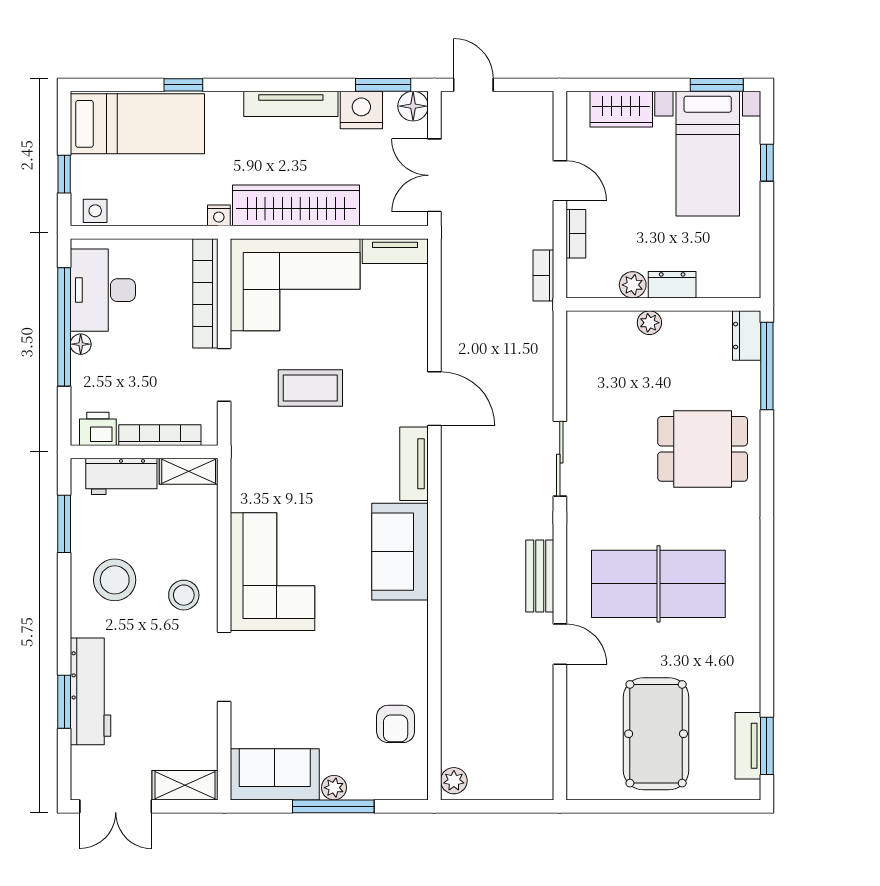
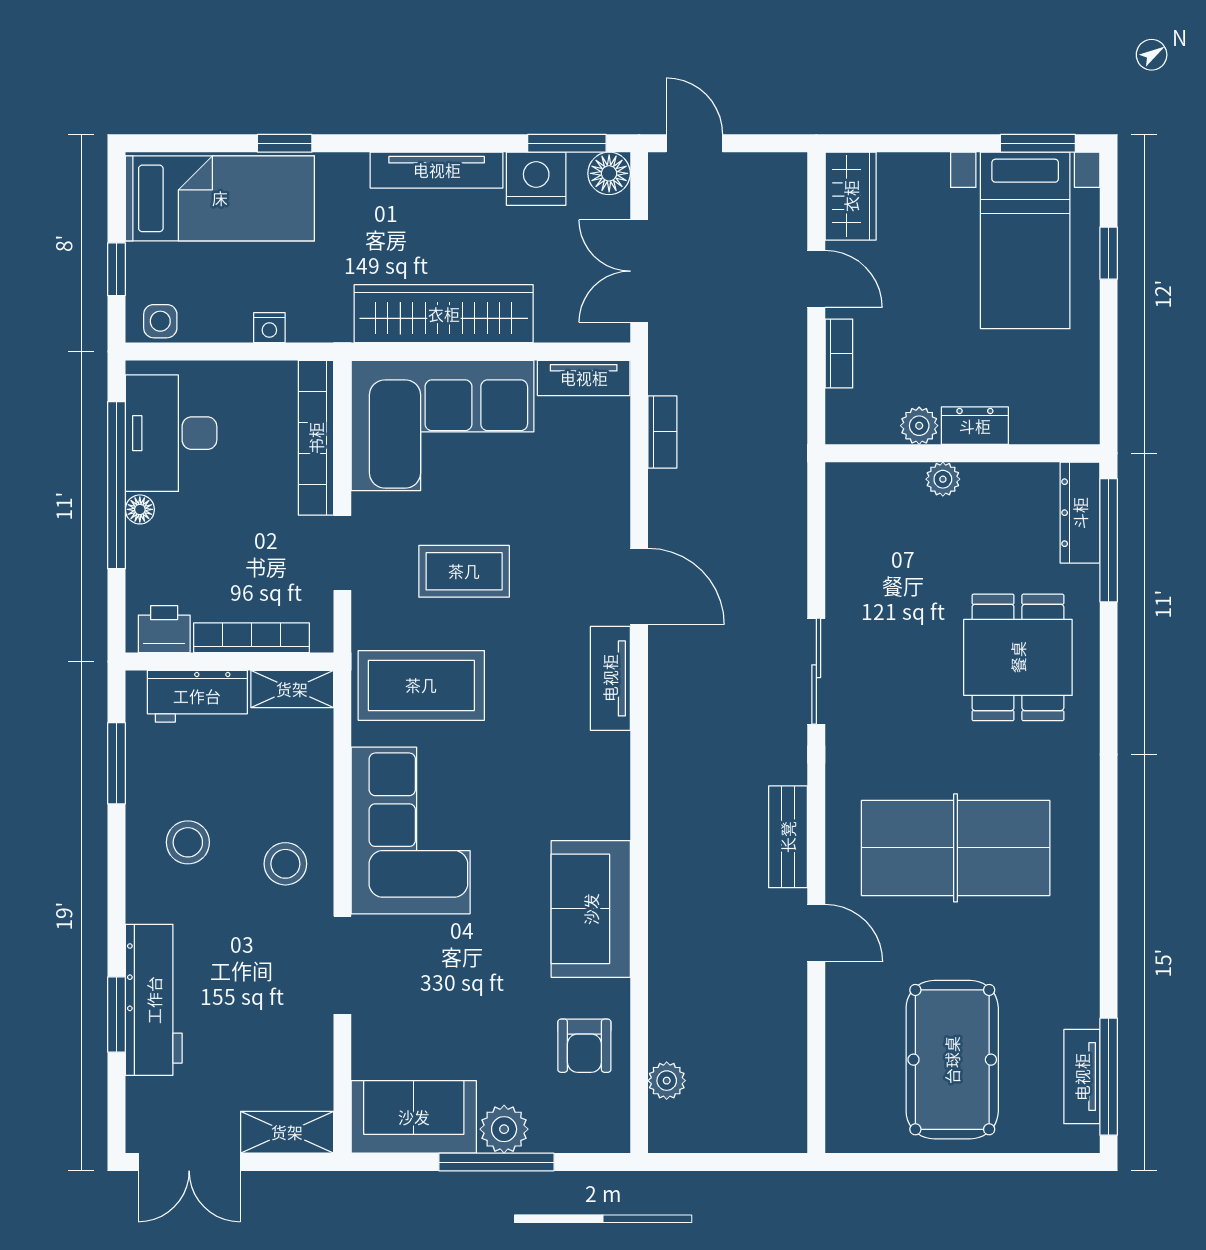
wardrobe: (621, 109) -> (851, 196), moved, turned -90
nightstand: (219, 215) -> (269, 328), moved
bookcase: (543, 276) -> (662, 432), moved, turned 180
dresser: (747, 336) -> (1080, 513), width x1.44
dining table: (703, 449) -> (1018, 657), turned 90
coffee table: (280, 469) -> (421, 685), added
sofa: (400, 552) -> (591, 909), moved
stool: (115, 580) -> (188, 842), width x0.73, depth x0.73
window: (767, 746) -> (1109, 1077), width x1.44
plant: (454, 781) -> (667, 1081), moved
plant: (334, 788) -> (504, 1129), width x1.38, depth x1.38

